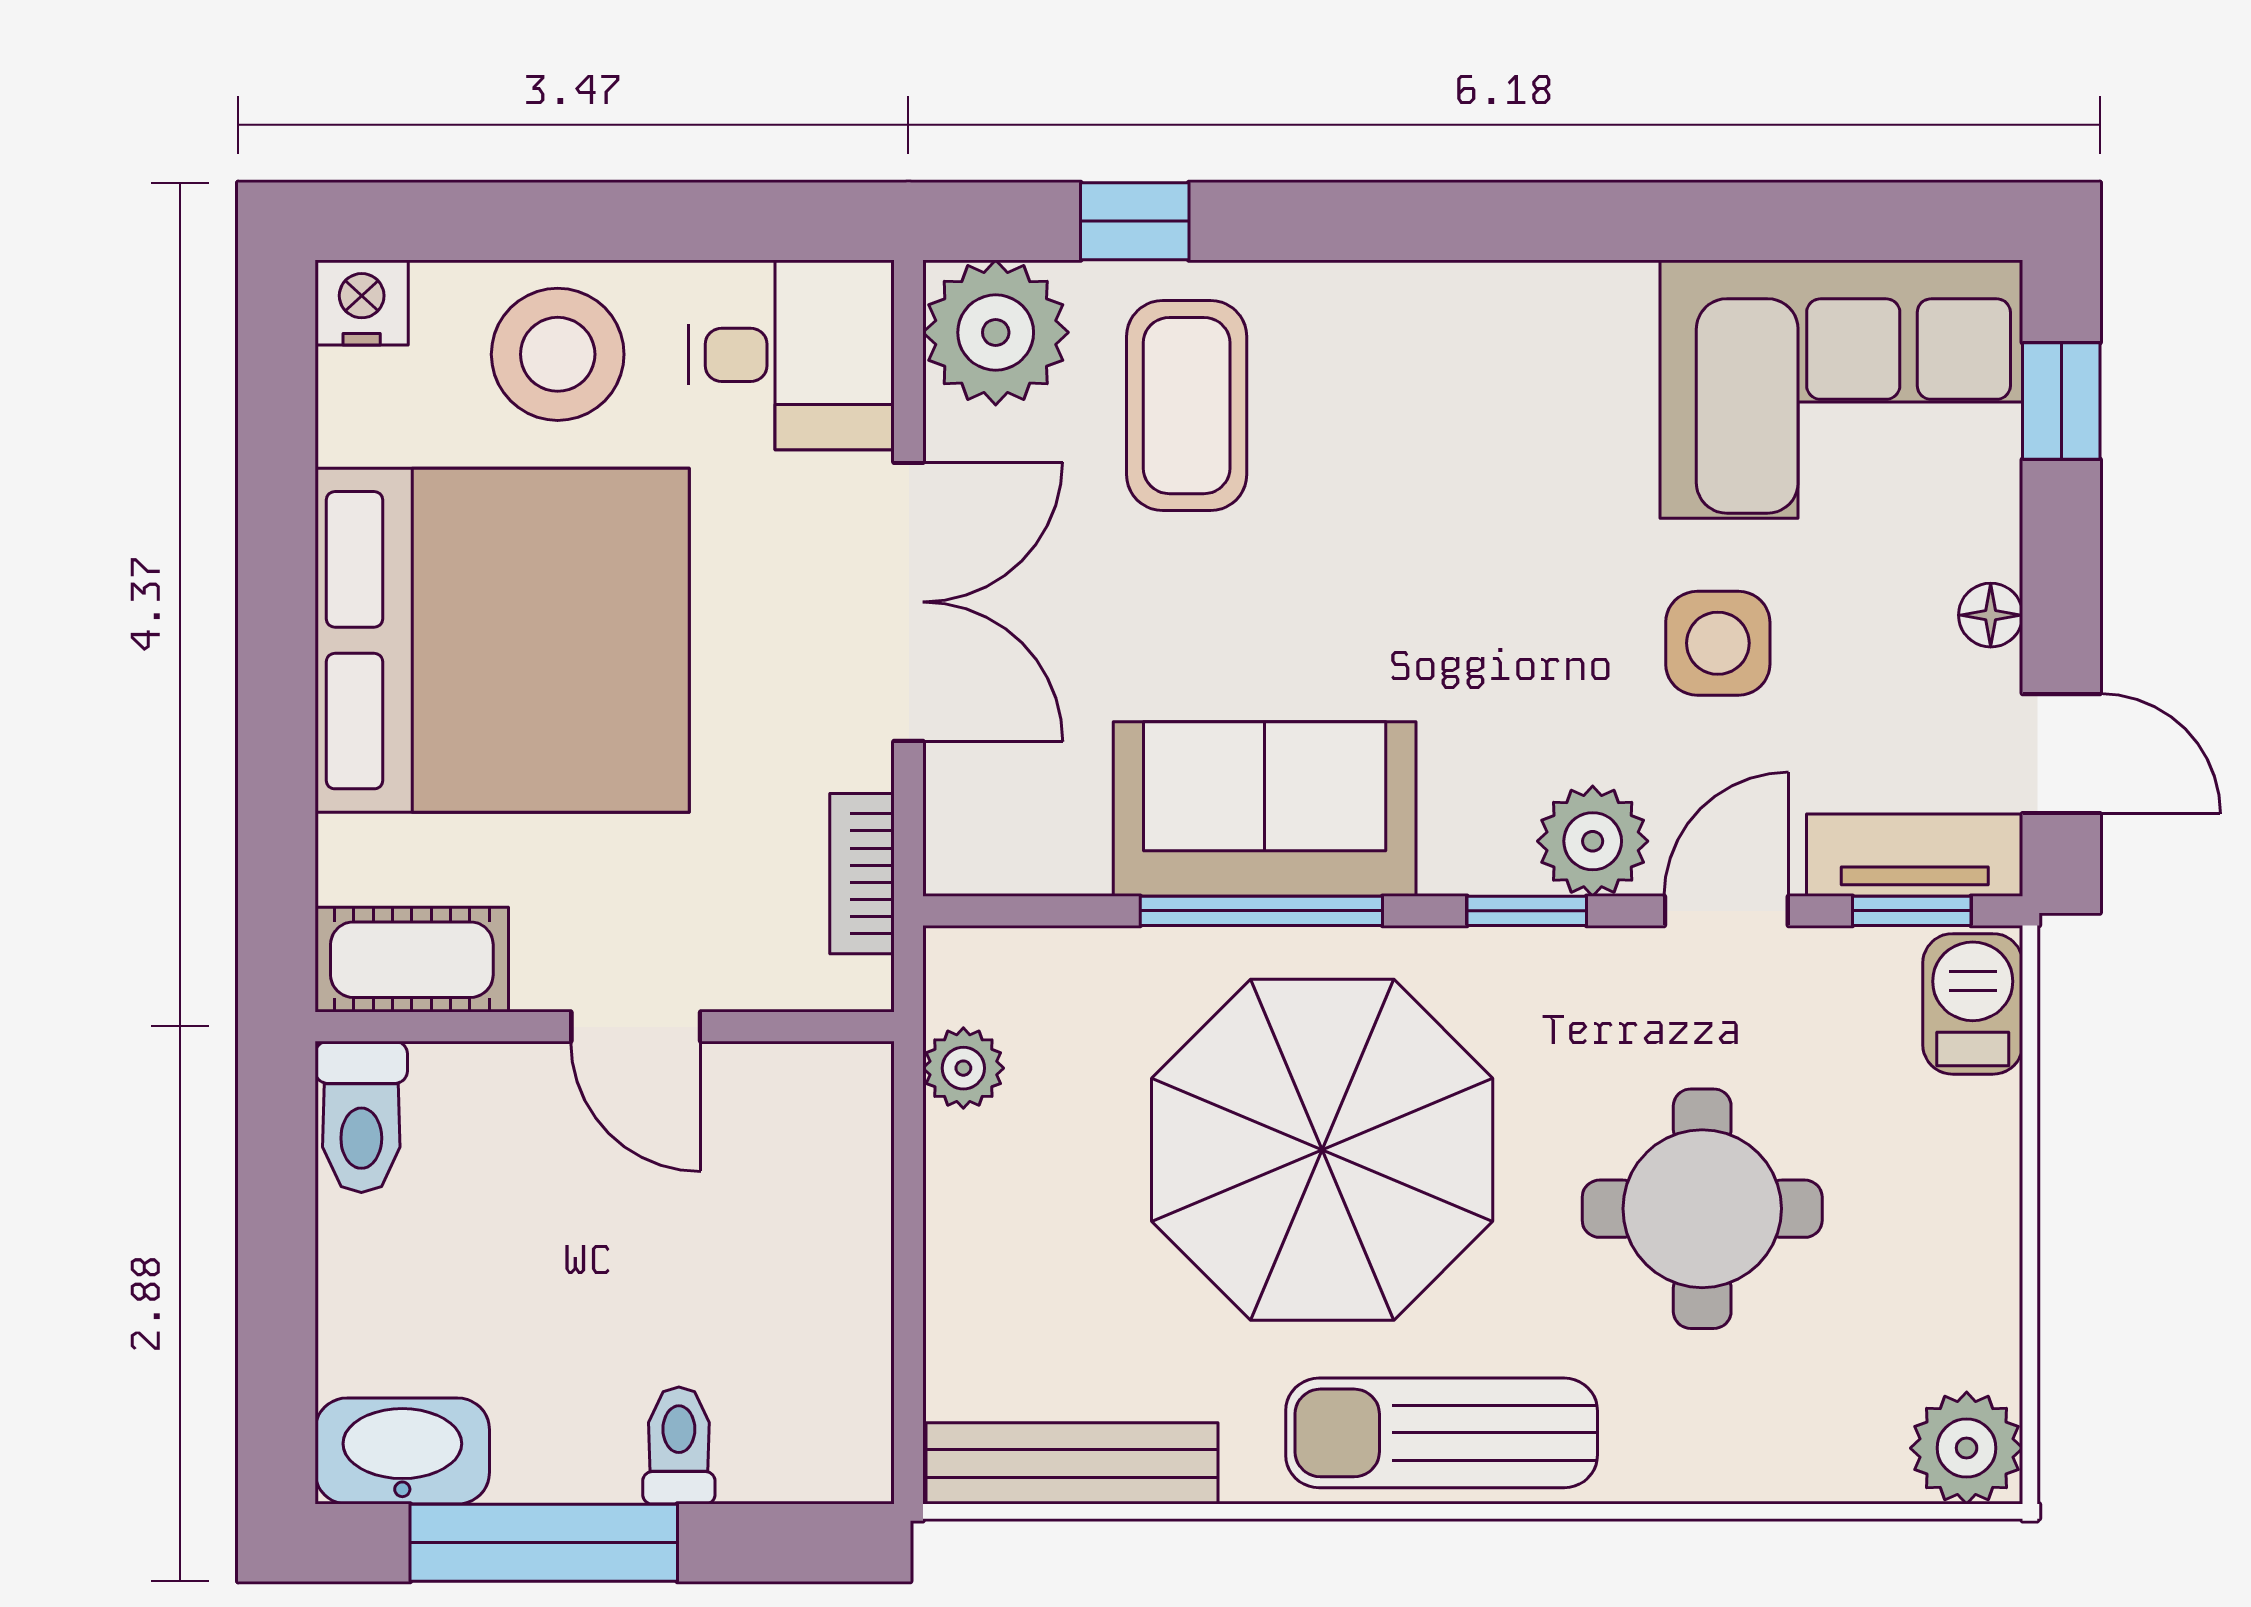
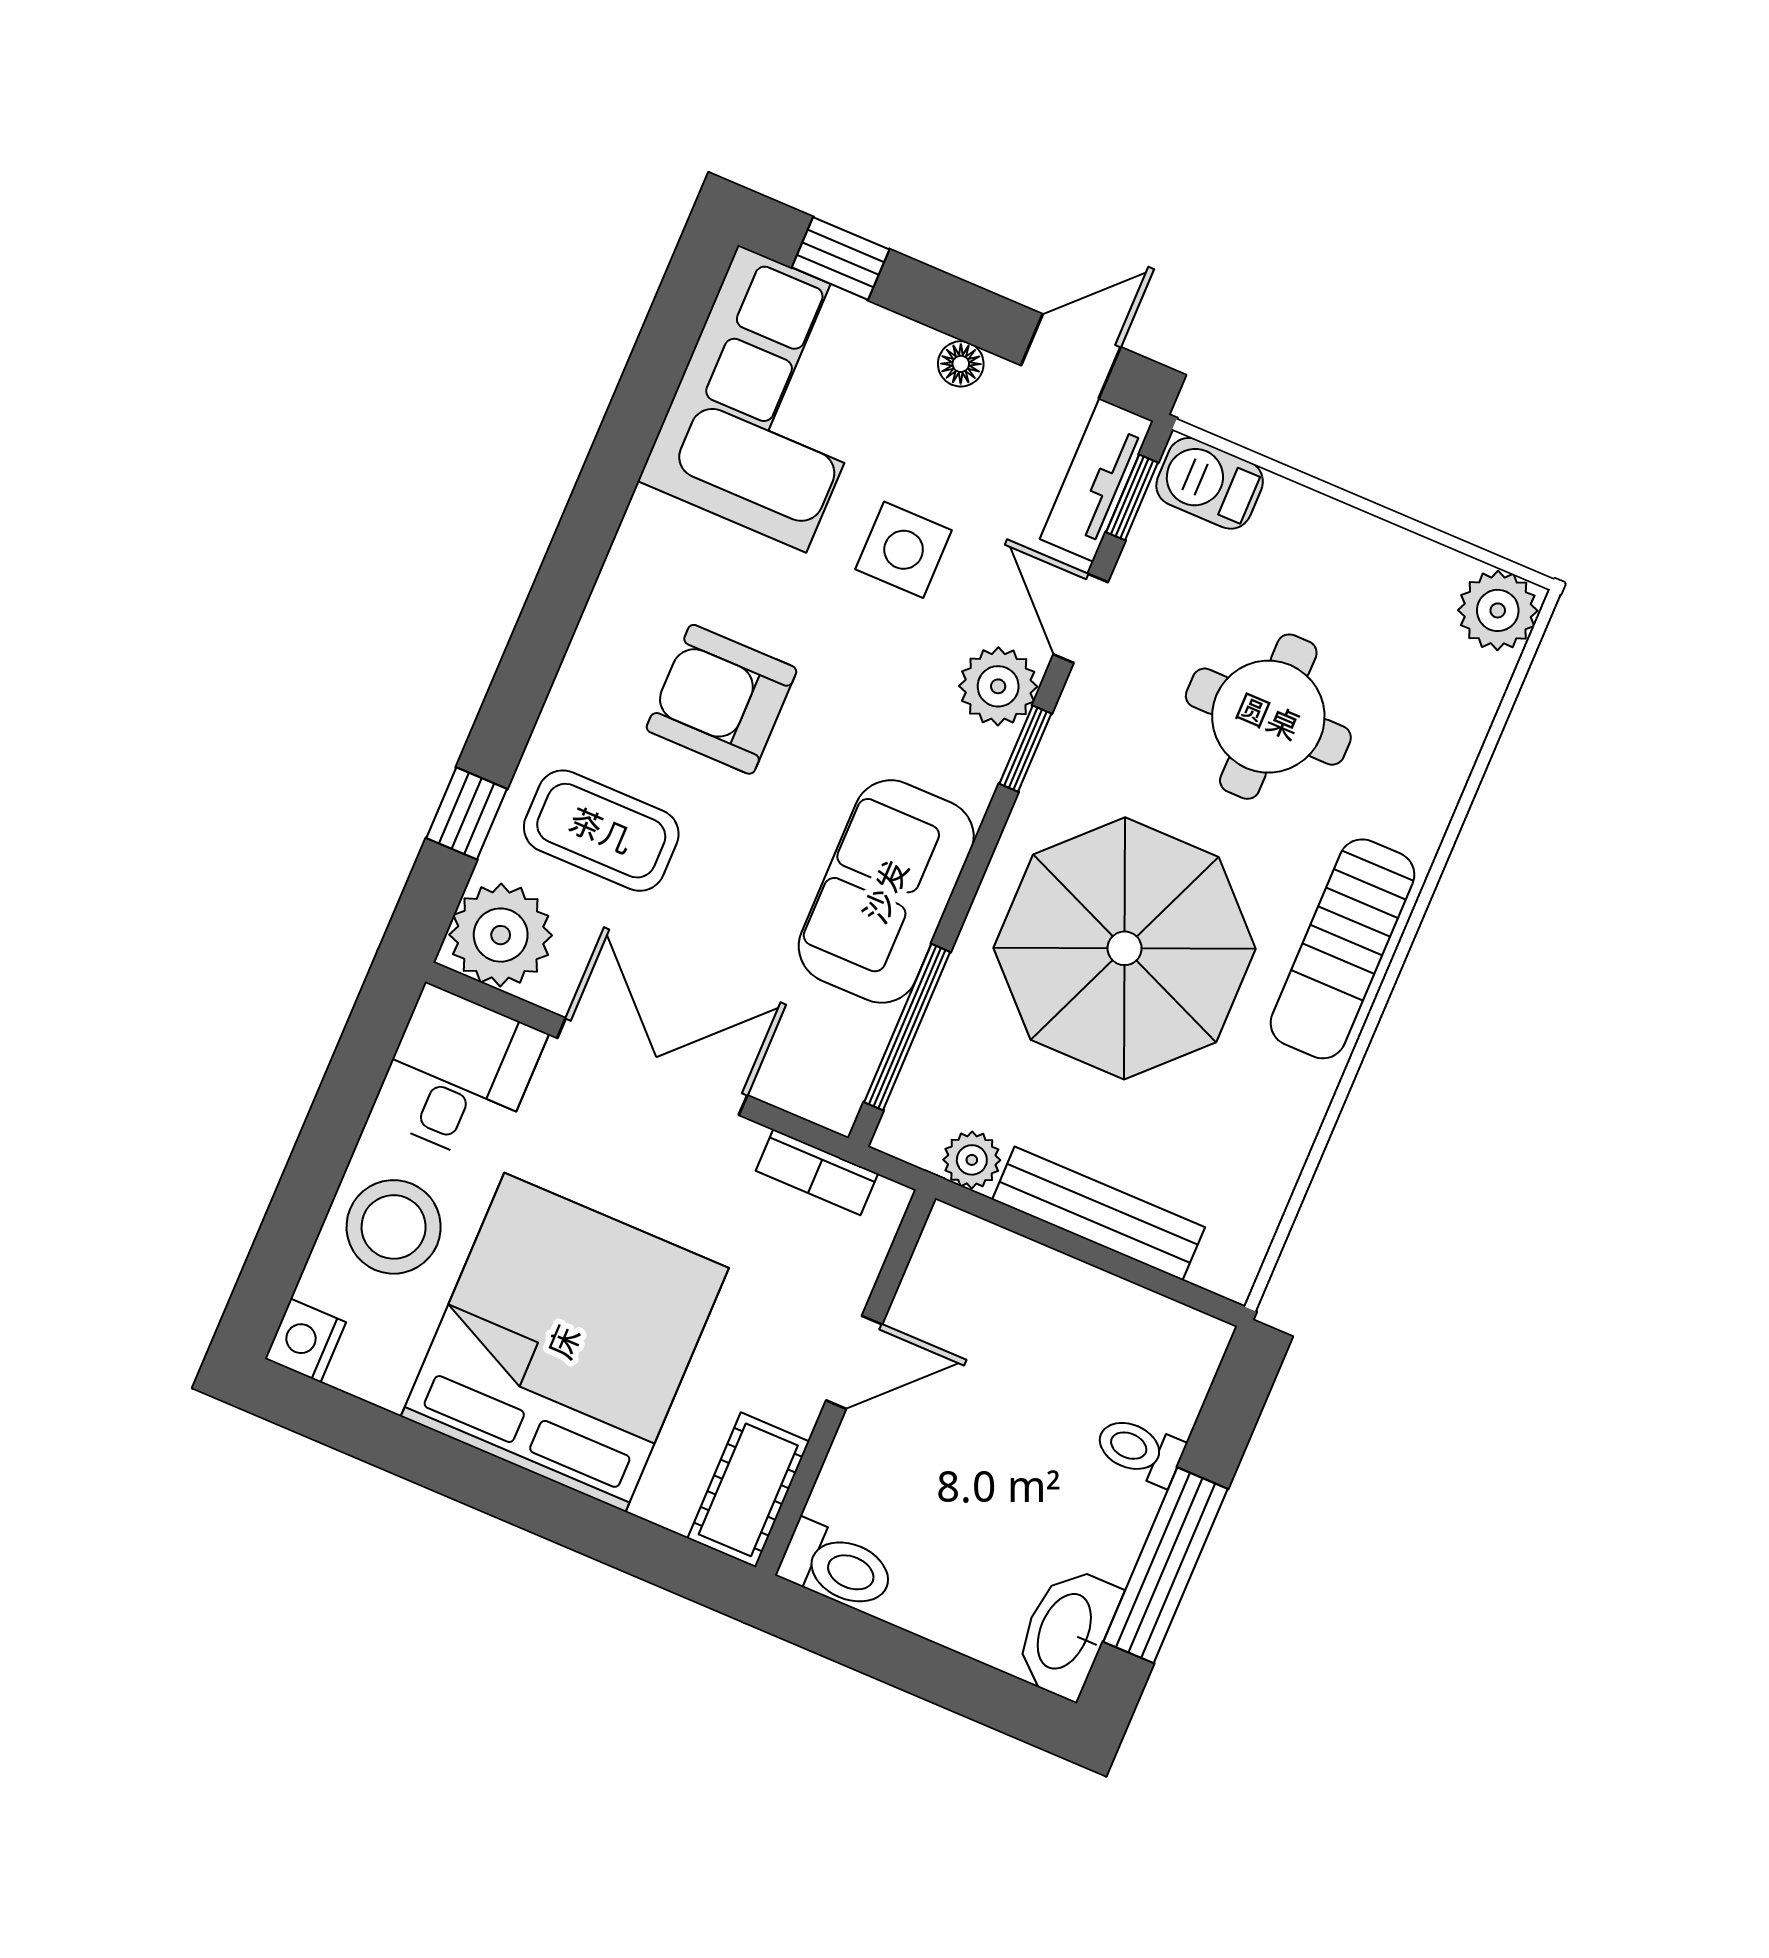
armchair: (1423, 489) -> (722, 699), added
window: (1261, 911) -> (907, 1027), moved
bench: (1072, 1463) -> (1099, 1213), moved, turned 90

